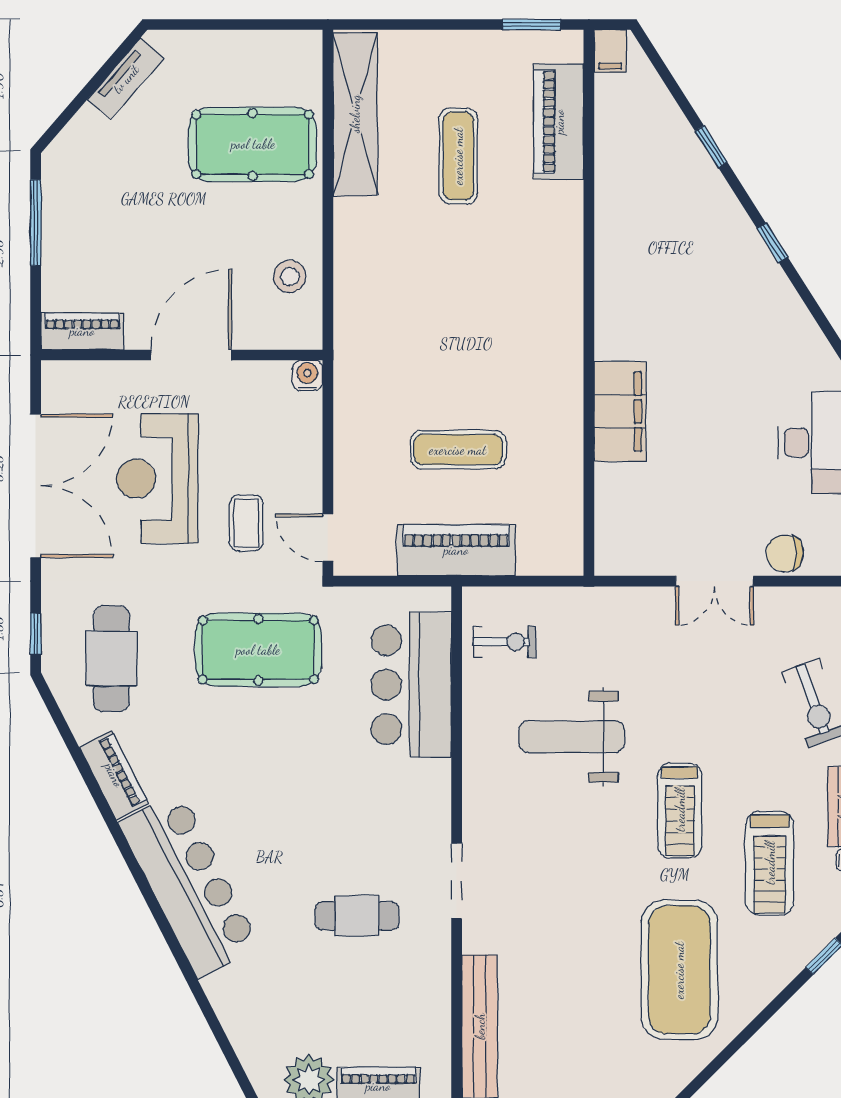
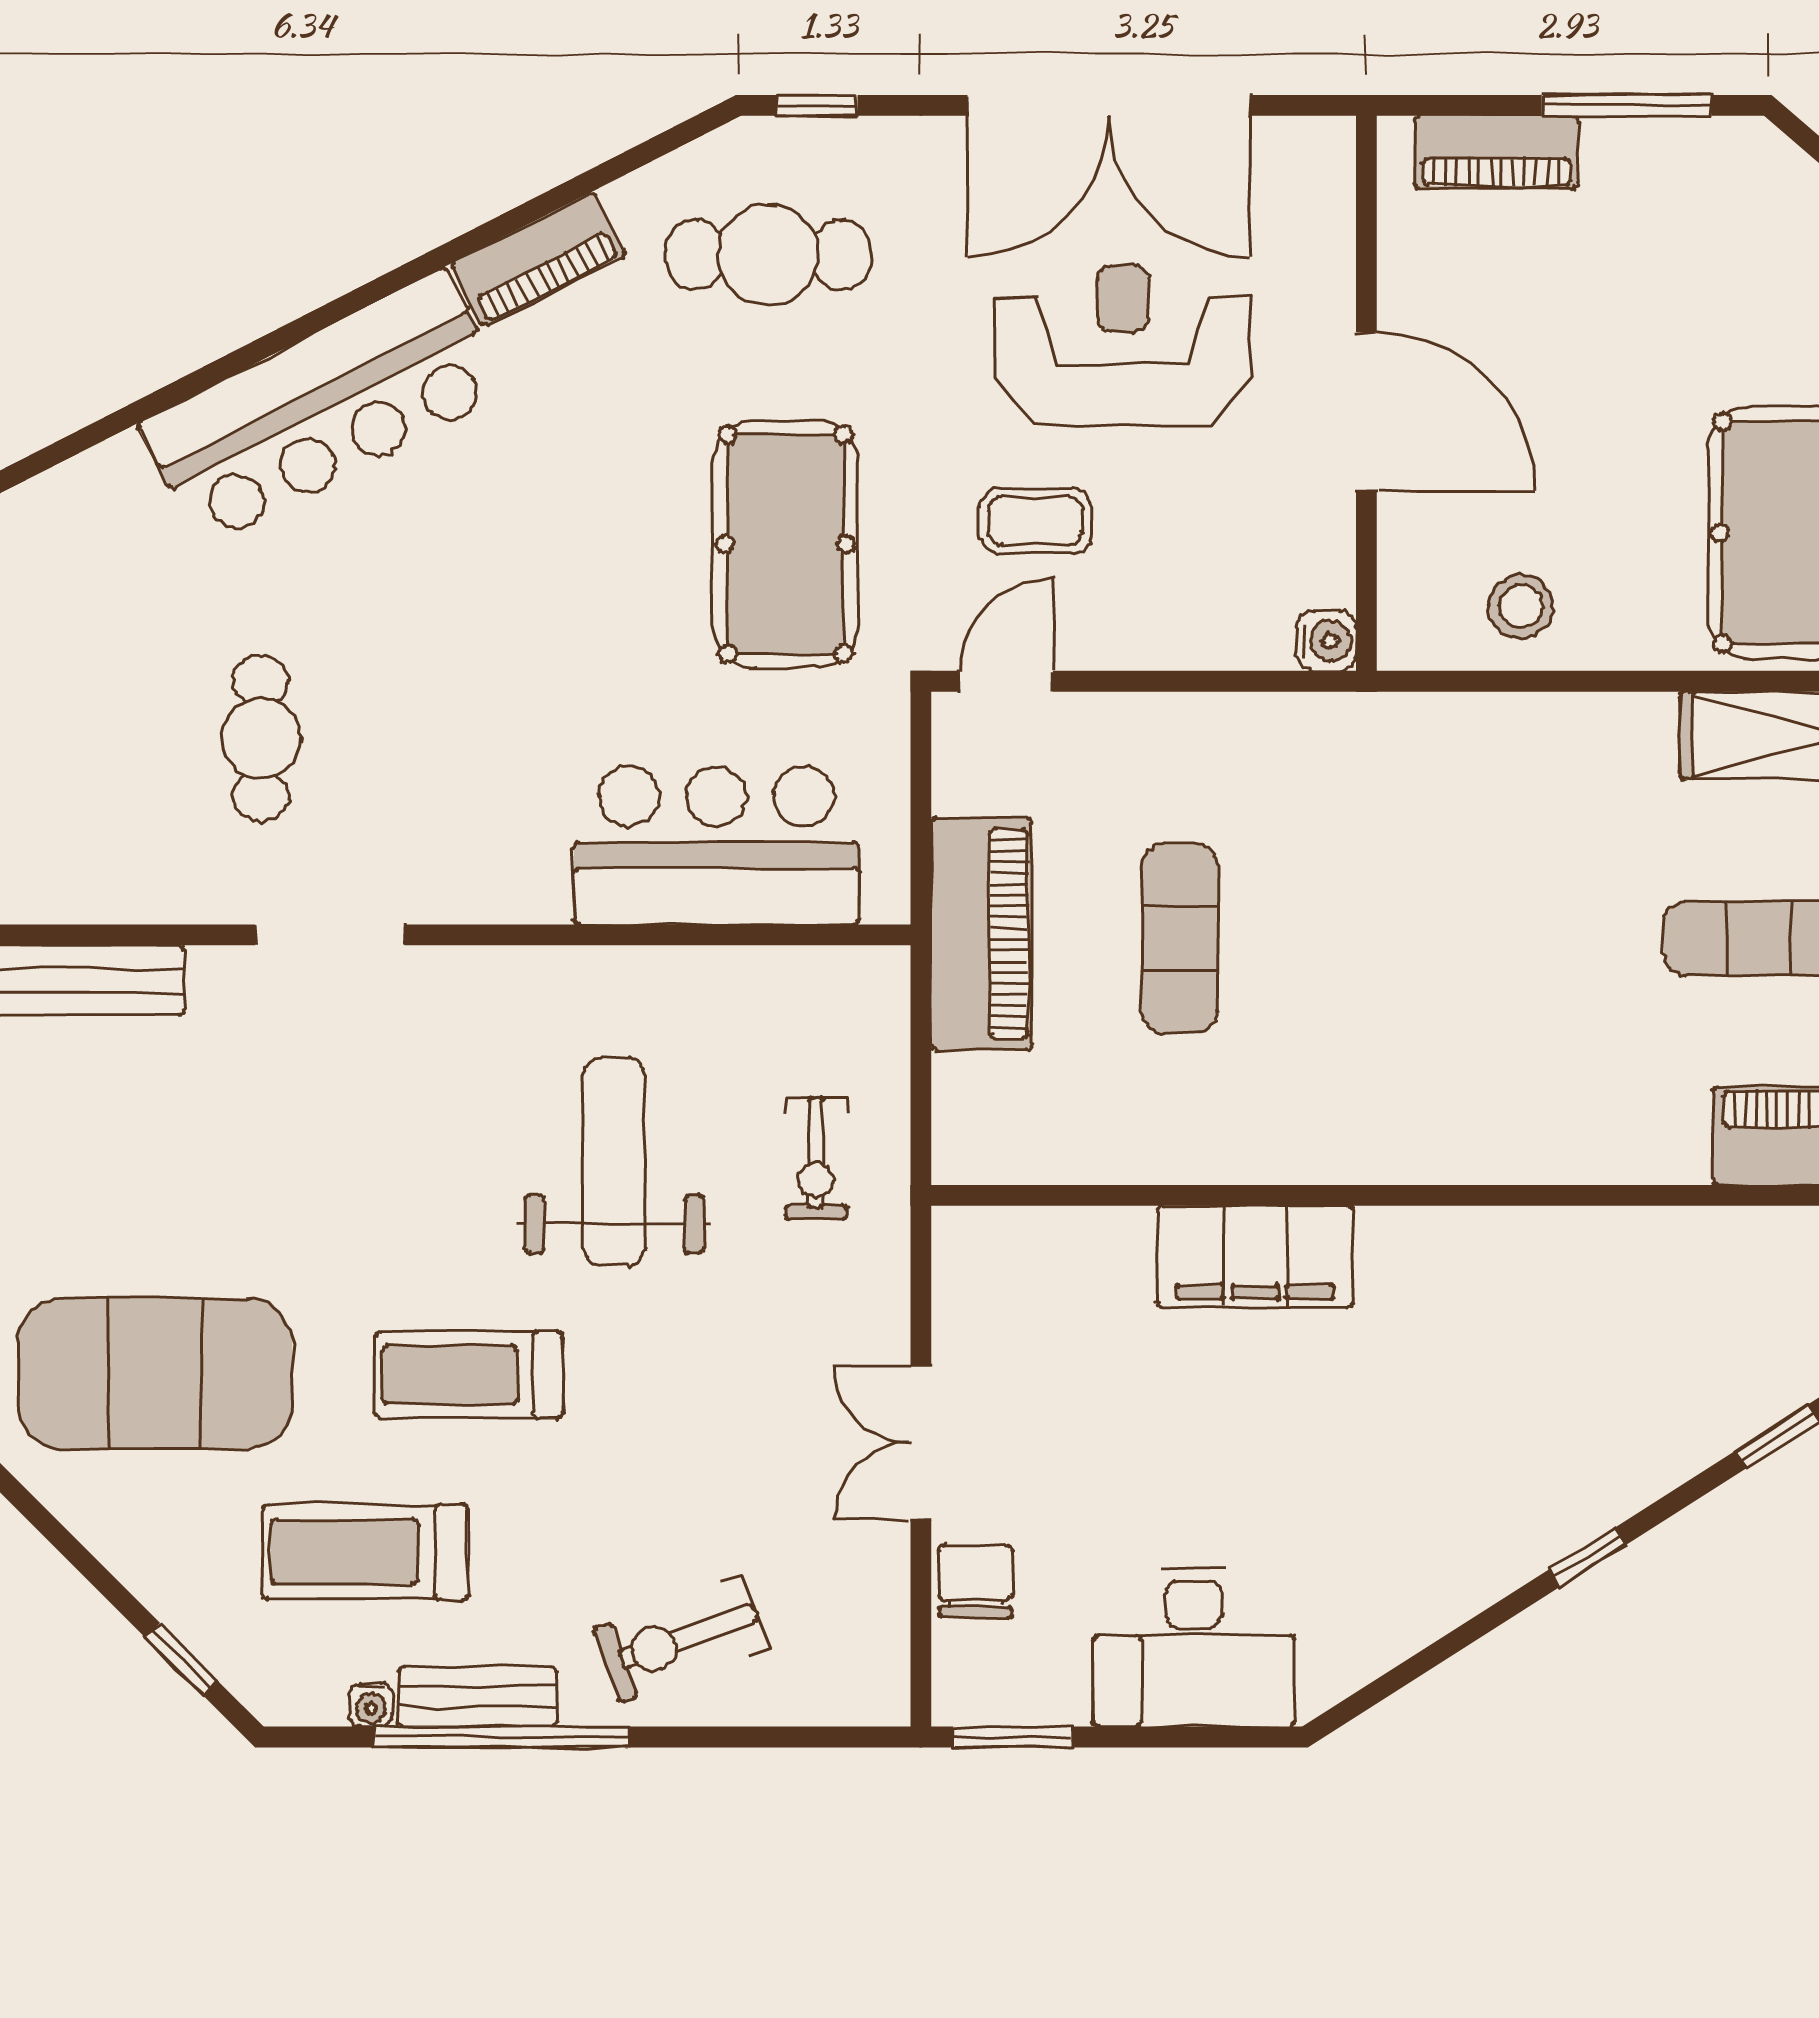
piano: (82, 331) -> (1497, 152), moved, turned 90
exercise bike: (504, 642) -> (816, 1158), moved

